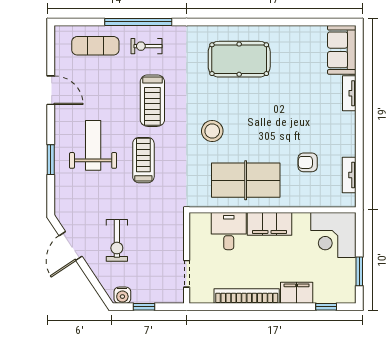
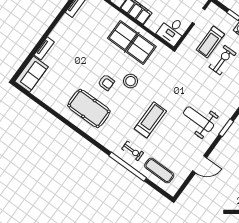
door: (51, 90) -> (200, 164), swing flipped
weight bench: (93, 145) -> (199, 119), turned 90
treadmill: (143, 160) -> (210, 42), moved
armchair: (308, 162) -> (106, 82), moved
desk: (229, 231) -> (172, 31), moved

